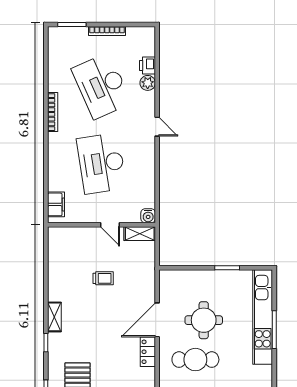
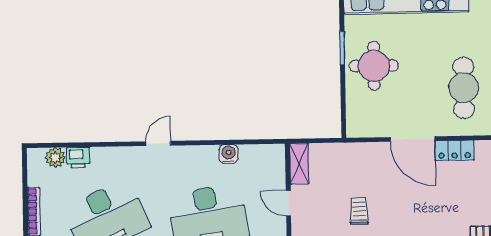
plant: (148, 83) -> (55, 158), moved
water cooler: (148, 216) -> (229, 154), moved, turned -90
door: (110, 225) -> (288, 203), swing flipped
round table: (204, 320) -> (374, 66), moved

